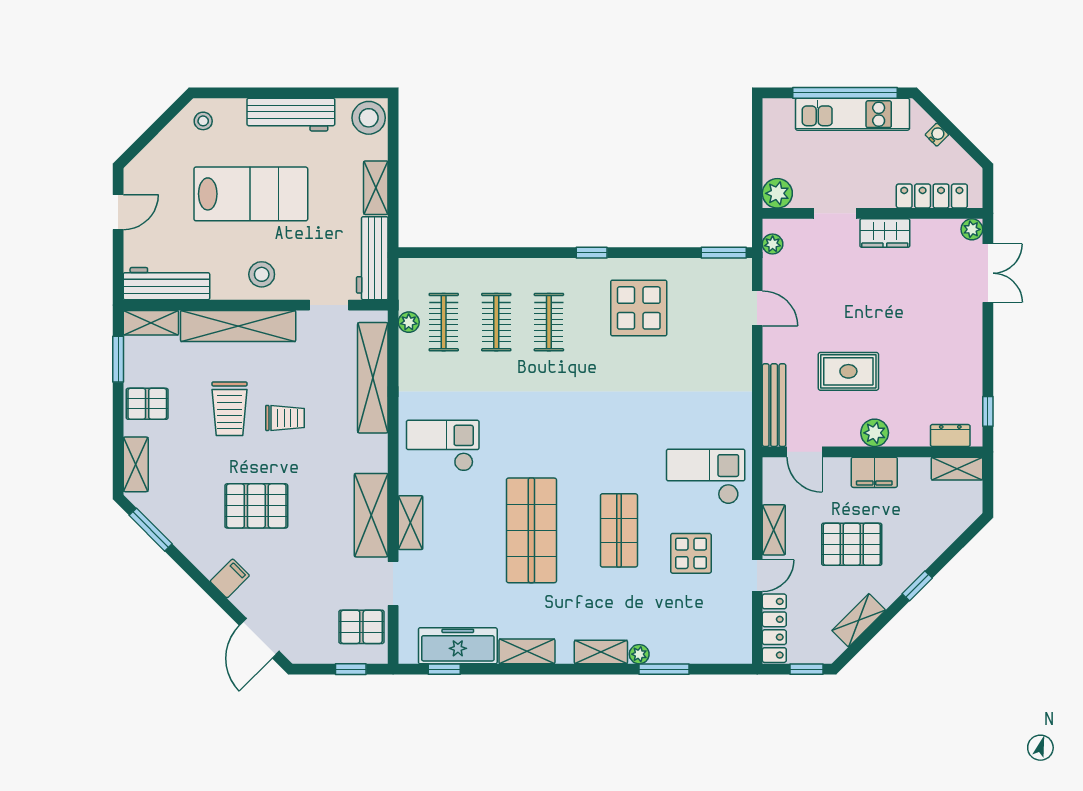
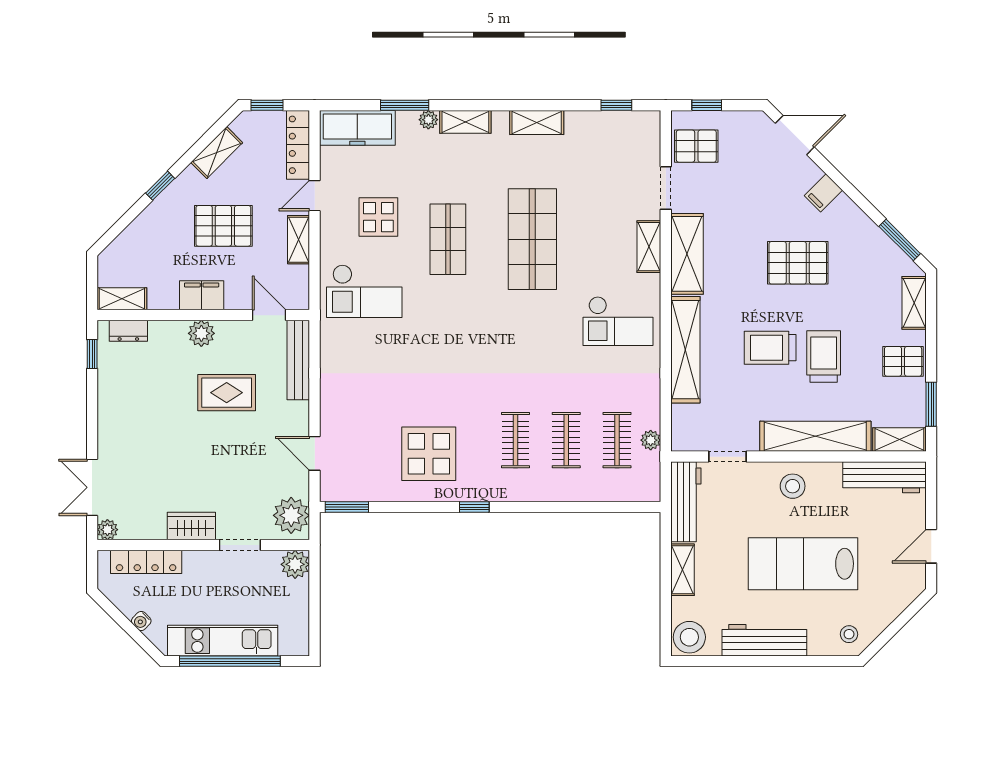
plant: (773, 244) -> (291, 515), width x1.87, depth x1.87
shelving: (373, 378) -> (685, 350), moved
trolley: (285, 418) -> (770, 348), width x1.36, depth x1.39
door: (259, 638) -> (795, 135), hinge flipped
freezer: (458, 646) -> (357, 128), moved

